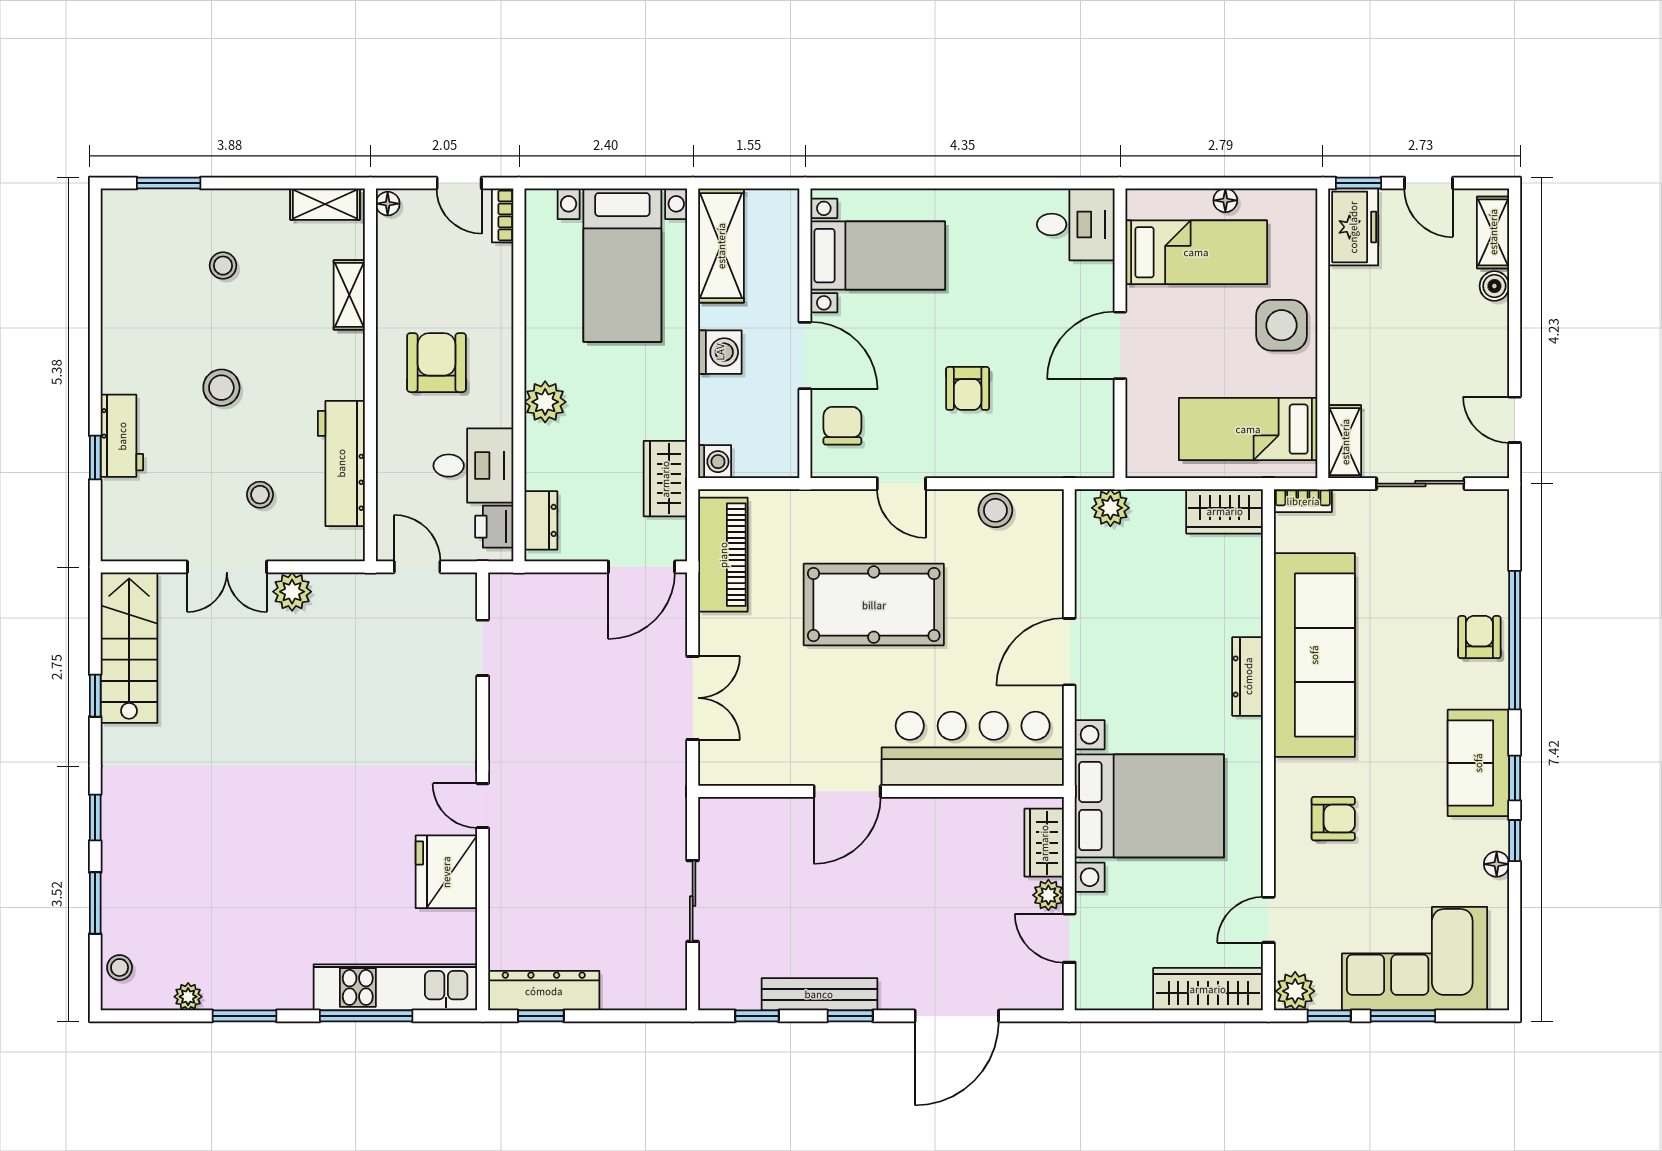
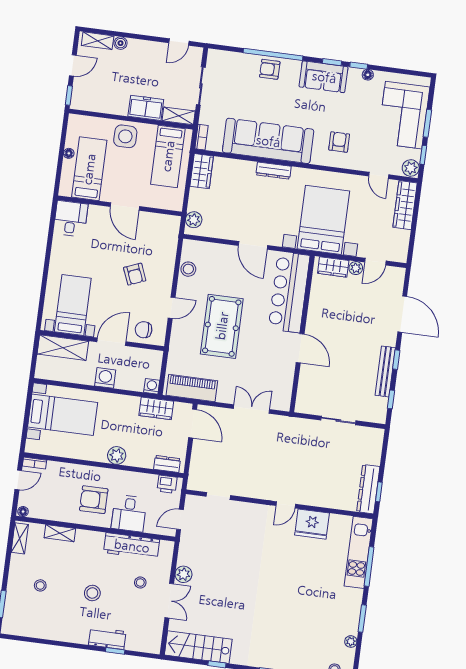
freezer: (1353, 227) -> (146, 108), moved
shelving: (721, 246) -> (63, 348), moved
armchair: (968, 388) -> (135, 274), turned 68
desk: (473, 466) -> (129, 513), moved, turned 180

